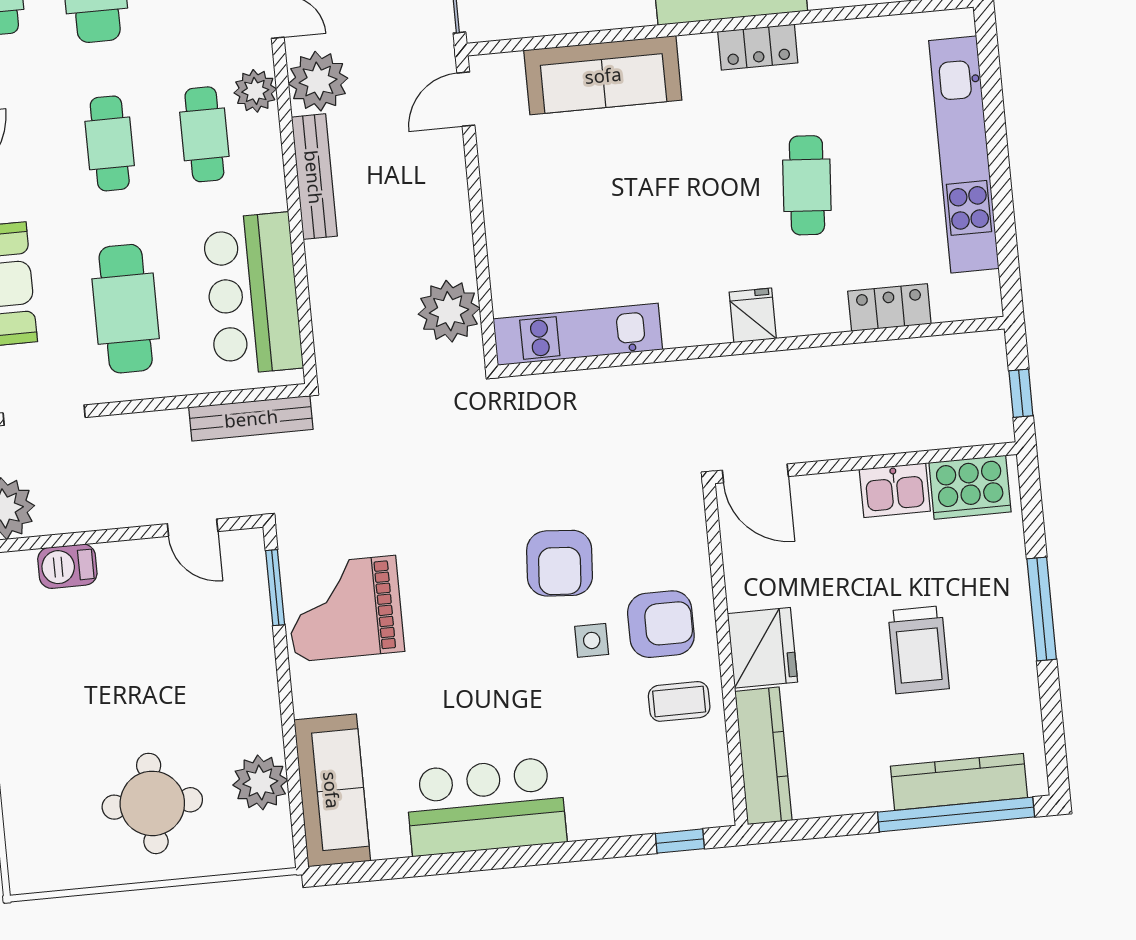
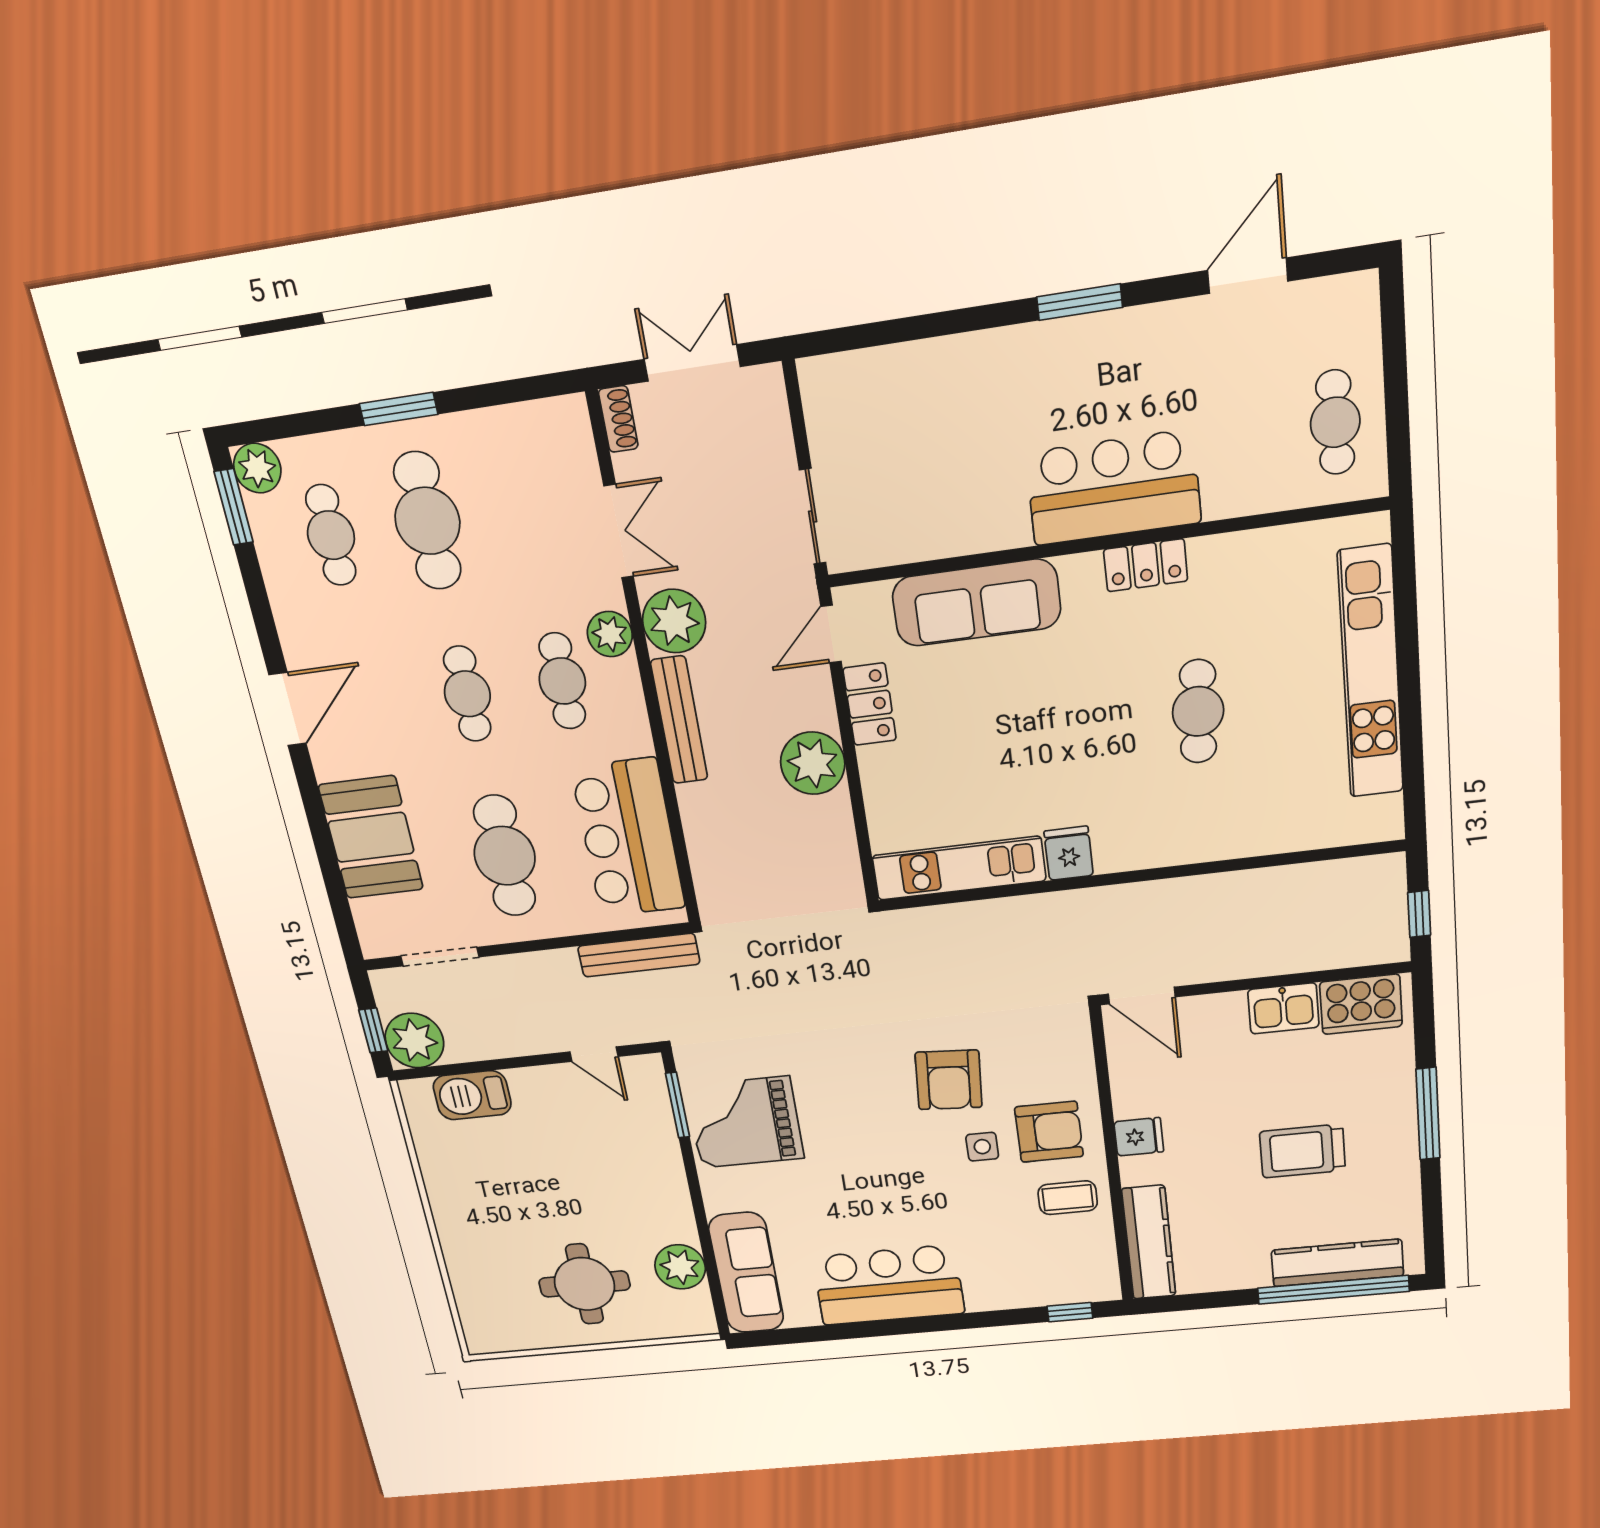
locker: (889, 307) -> (870, 704), moved, turned 90
plant: (449, 311) -> (813, 763), moved
fridge: (753, 315) -> (1069, 853), moved
barbecue: (67, 566) -> (472, 1095), width x1.38, depth x1.27
fridge: (762, 648) -> (1139, 1137), width x0.53, depth x0.75
trolley: (919, 650) -> (1302, 1151), turned 90

